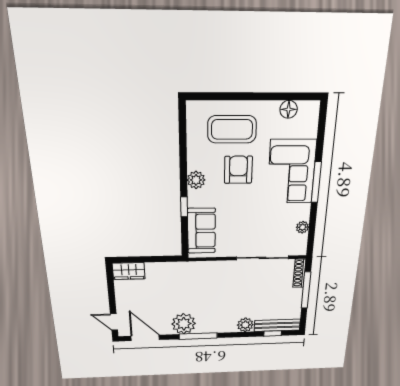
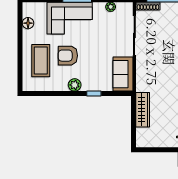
sofa: (201, 231) -> (123, 74), moved, turned -90
wardrobe: (129, 271) -> (143, 110), moved, width x1.50

